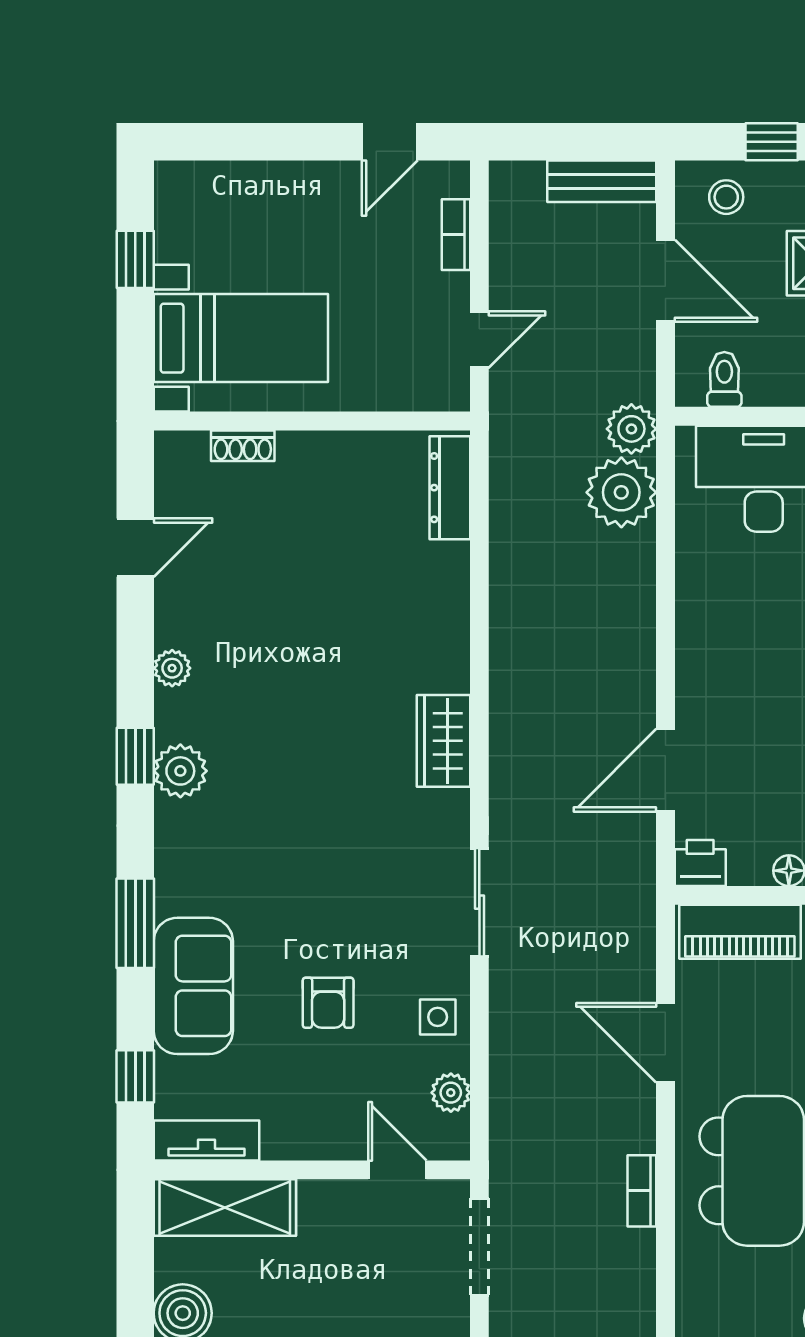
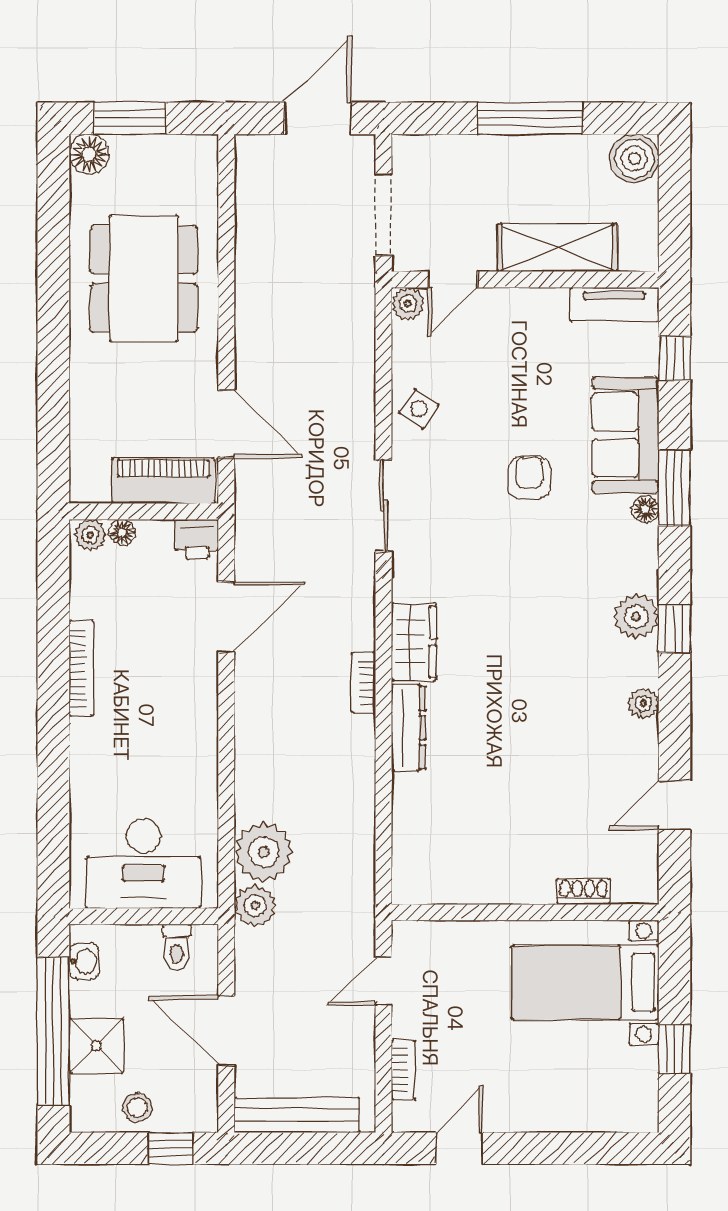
window: (772, 142) -> (171, 1148), moved
bench: (602, 181) -> (297, 1115), width x1.36
stool: (726, 197) -> (137, 1107), moved
dresser: (450, 488) -> (409, 728), moved
floor lamp: (170, 898) -> (645, 509), added
armchair: (328, 1003) -> (529, 478), moved
side table: (438, 1017) -> (419, 409), turned 35
door: (665, 1043) -> (226, 424), moved
plant: (451, 1093) -> (408, 304), moved
door: (397, 1170) -> (453, 279), hinge flipped
bookcase: (642, 1191) -> (364, 683), moved, turned 180
shelving: (225, 1208) -> (557, 248), moved

